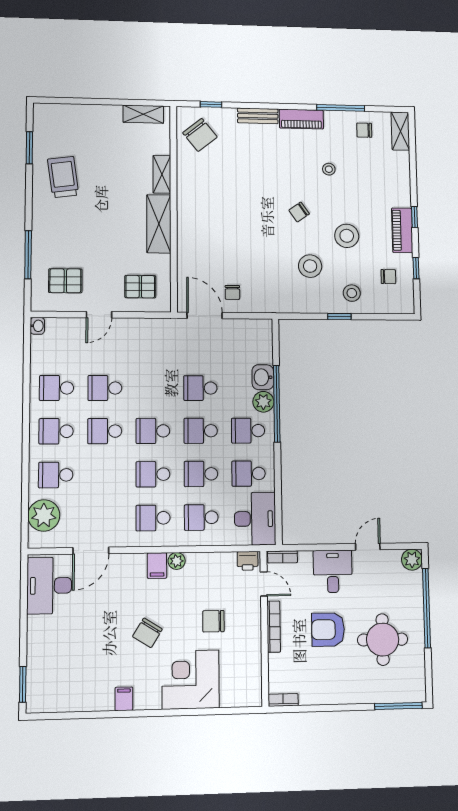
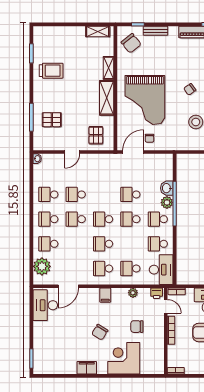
bench: (258, 116) -> (155, 31), moved
trolley: (63, 177) -> (51, 71), turned 98
grand piano: (224, 229) -> (145, 100), added
pallet: (65, 281) -> (52, 120), moved
pallet: (140, 287) -> (96, 135), turned 90
door: (205, 315) -> (133, 152), hinge flipped
school desk: (201, 474) -> (130, 244), removed
plant: (177, 561) -> (133, 293), moved
filing cabinet: (124, 699) -> (87, 368), width x2.00

